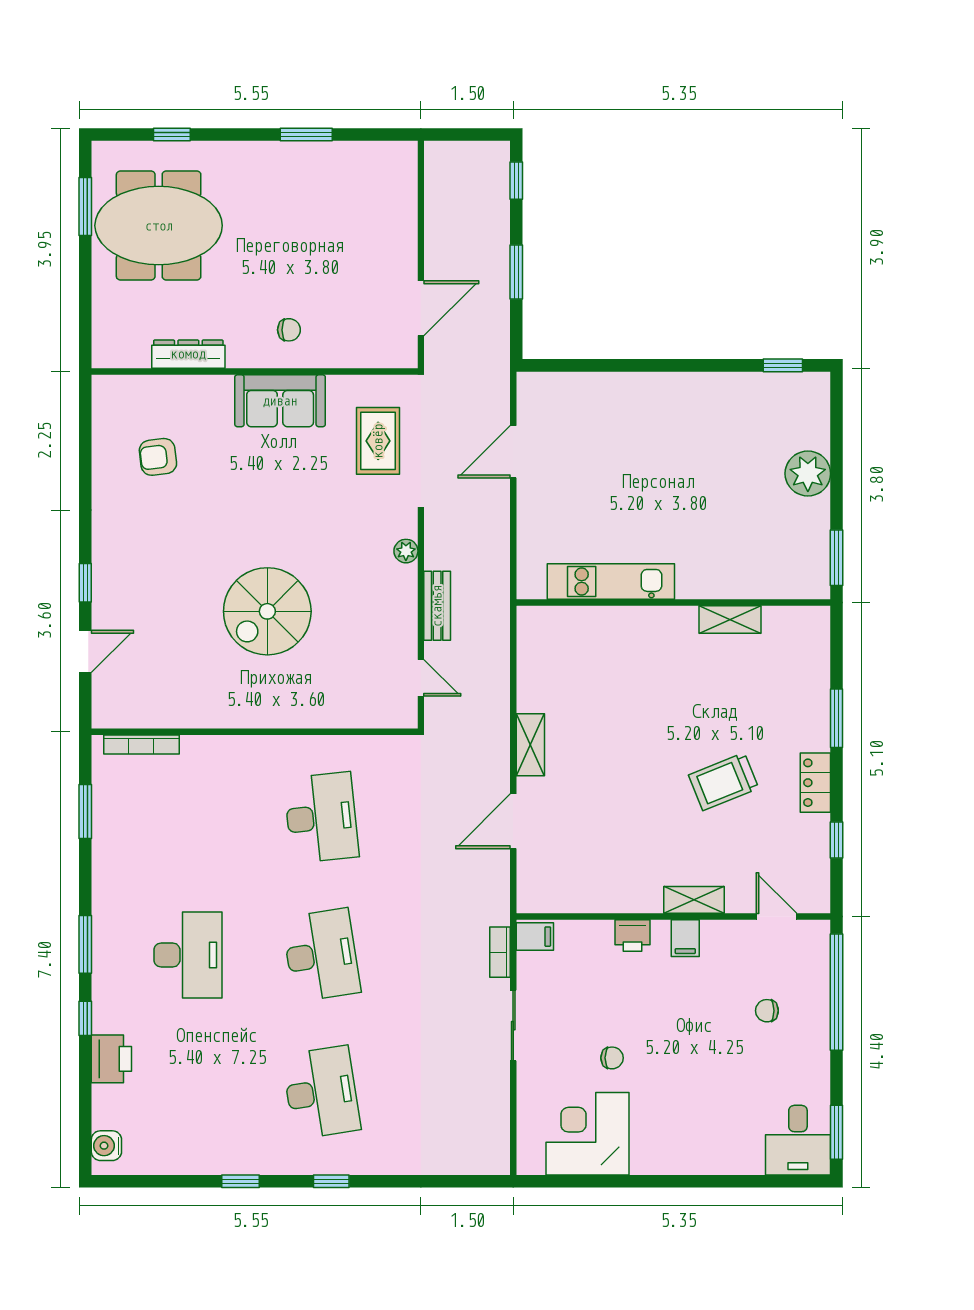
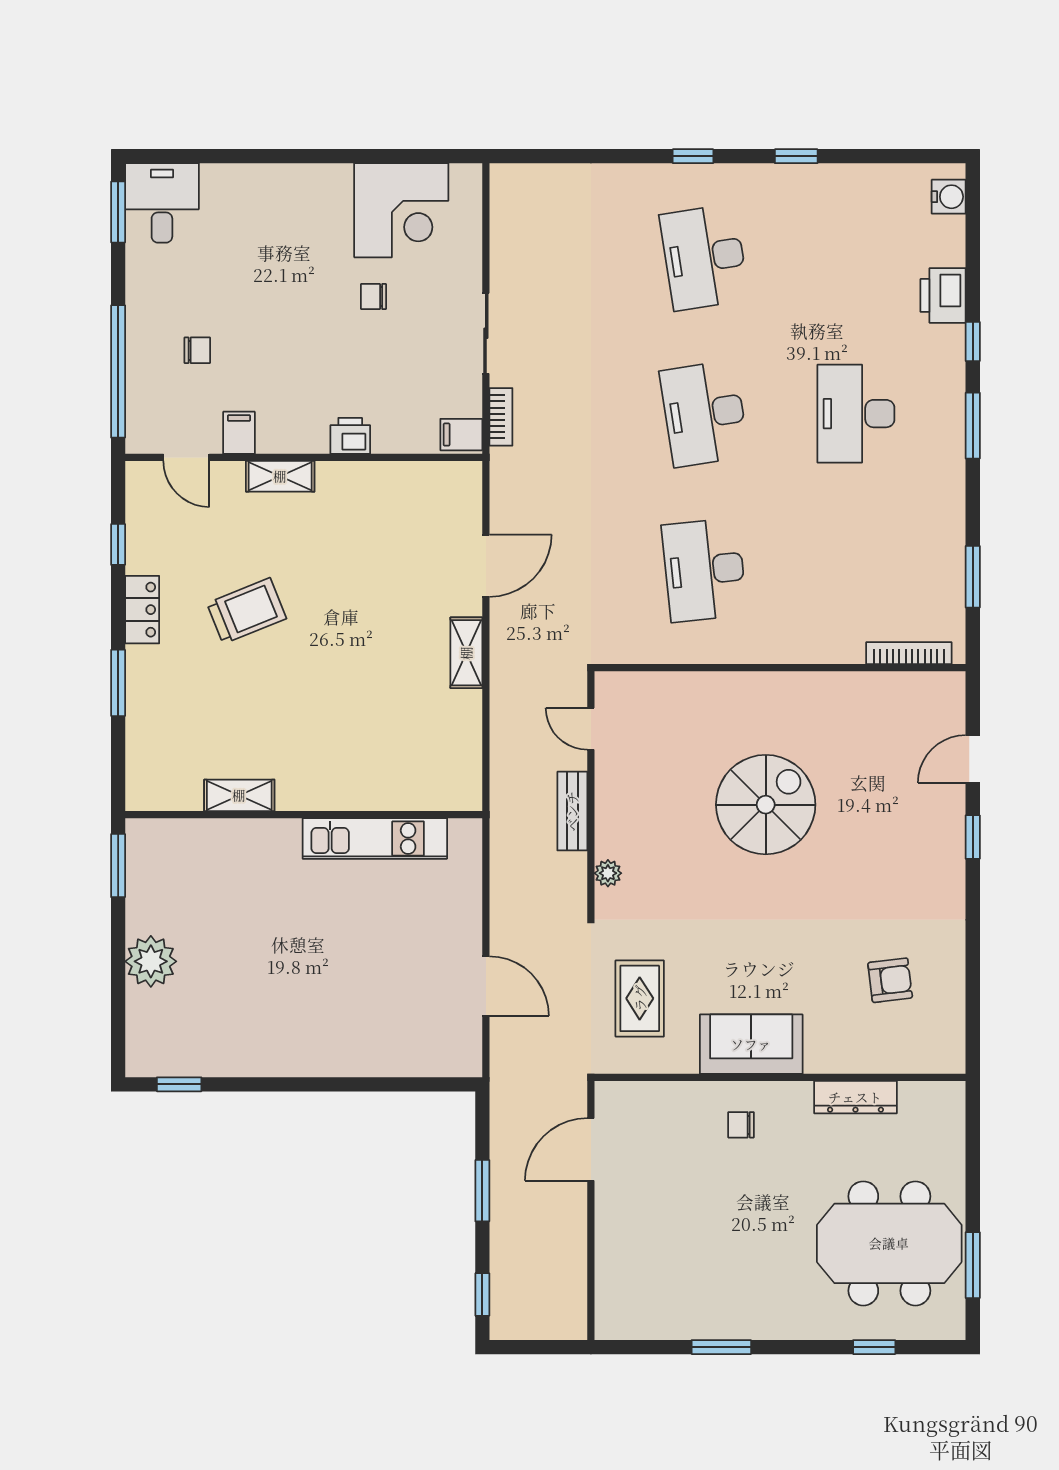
door: (513, 452) -> (486, 986), hinge flipped
filing cabinet: (685, 938) -> (239, 433), moved

